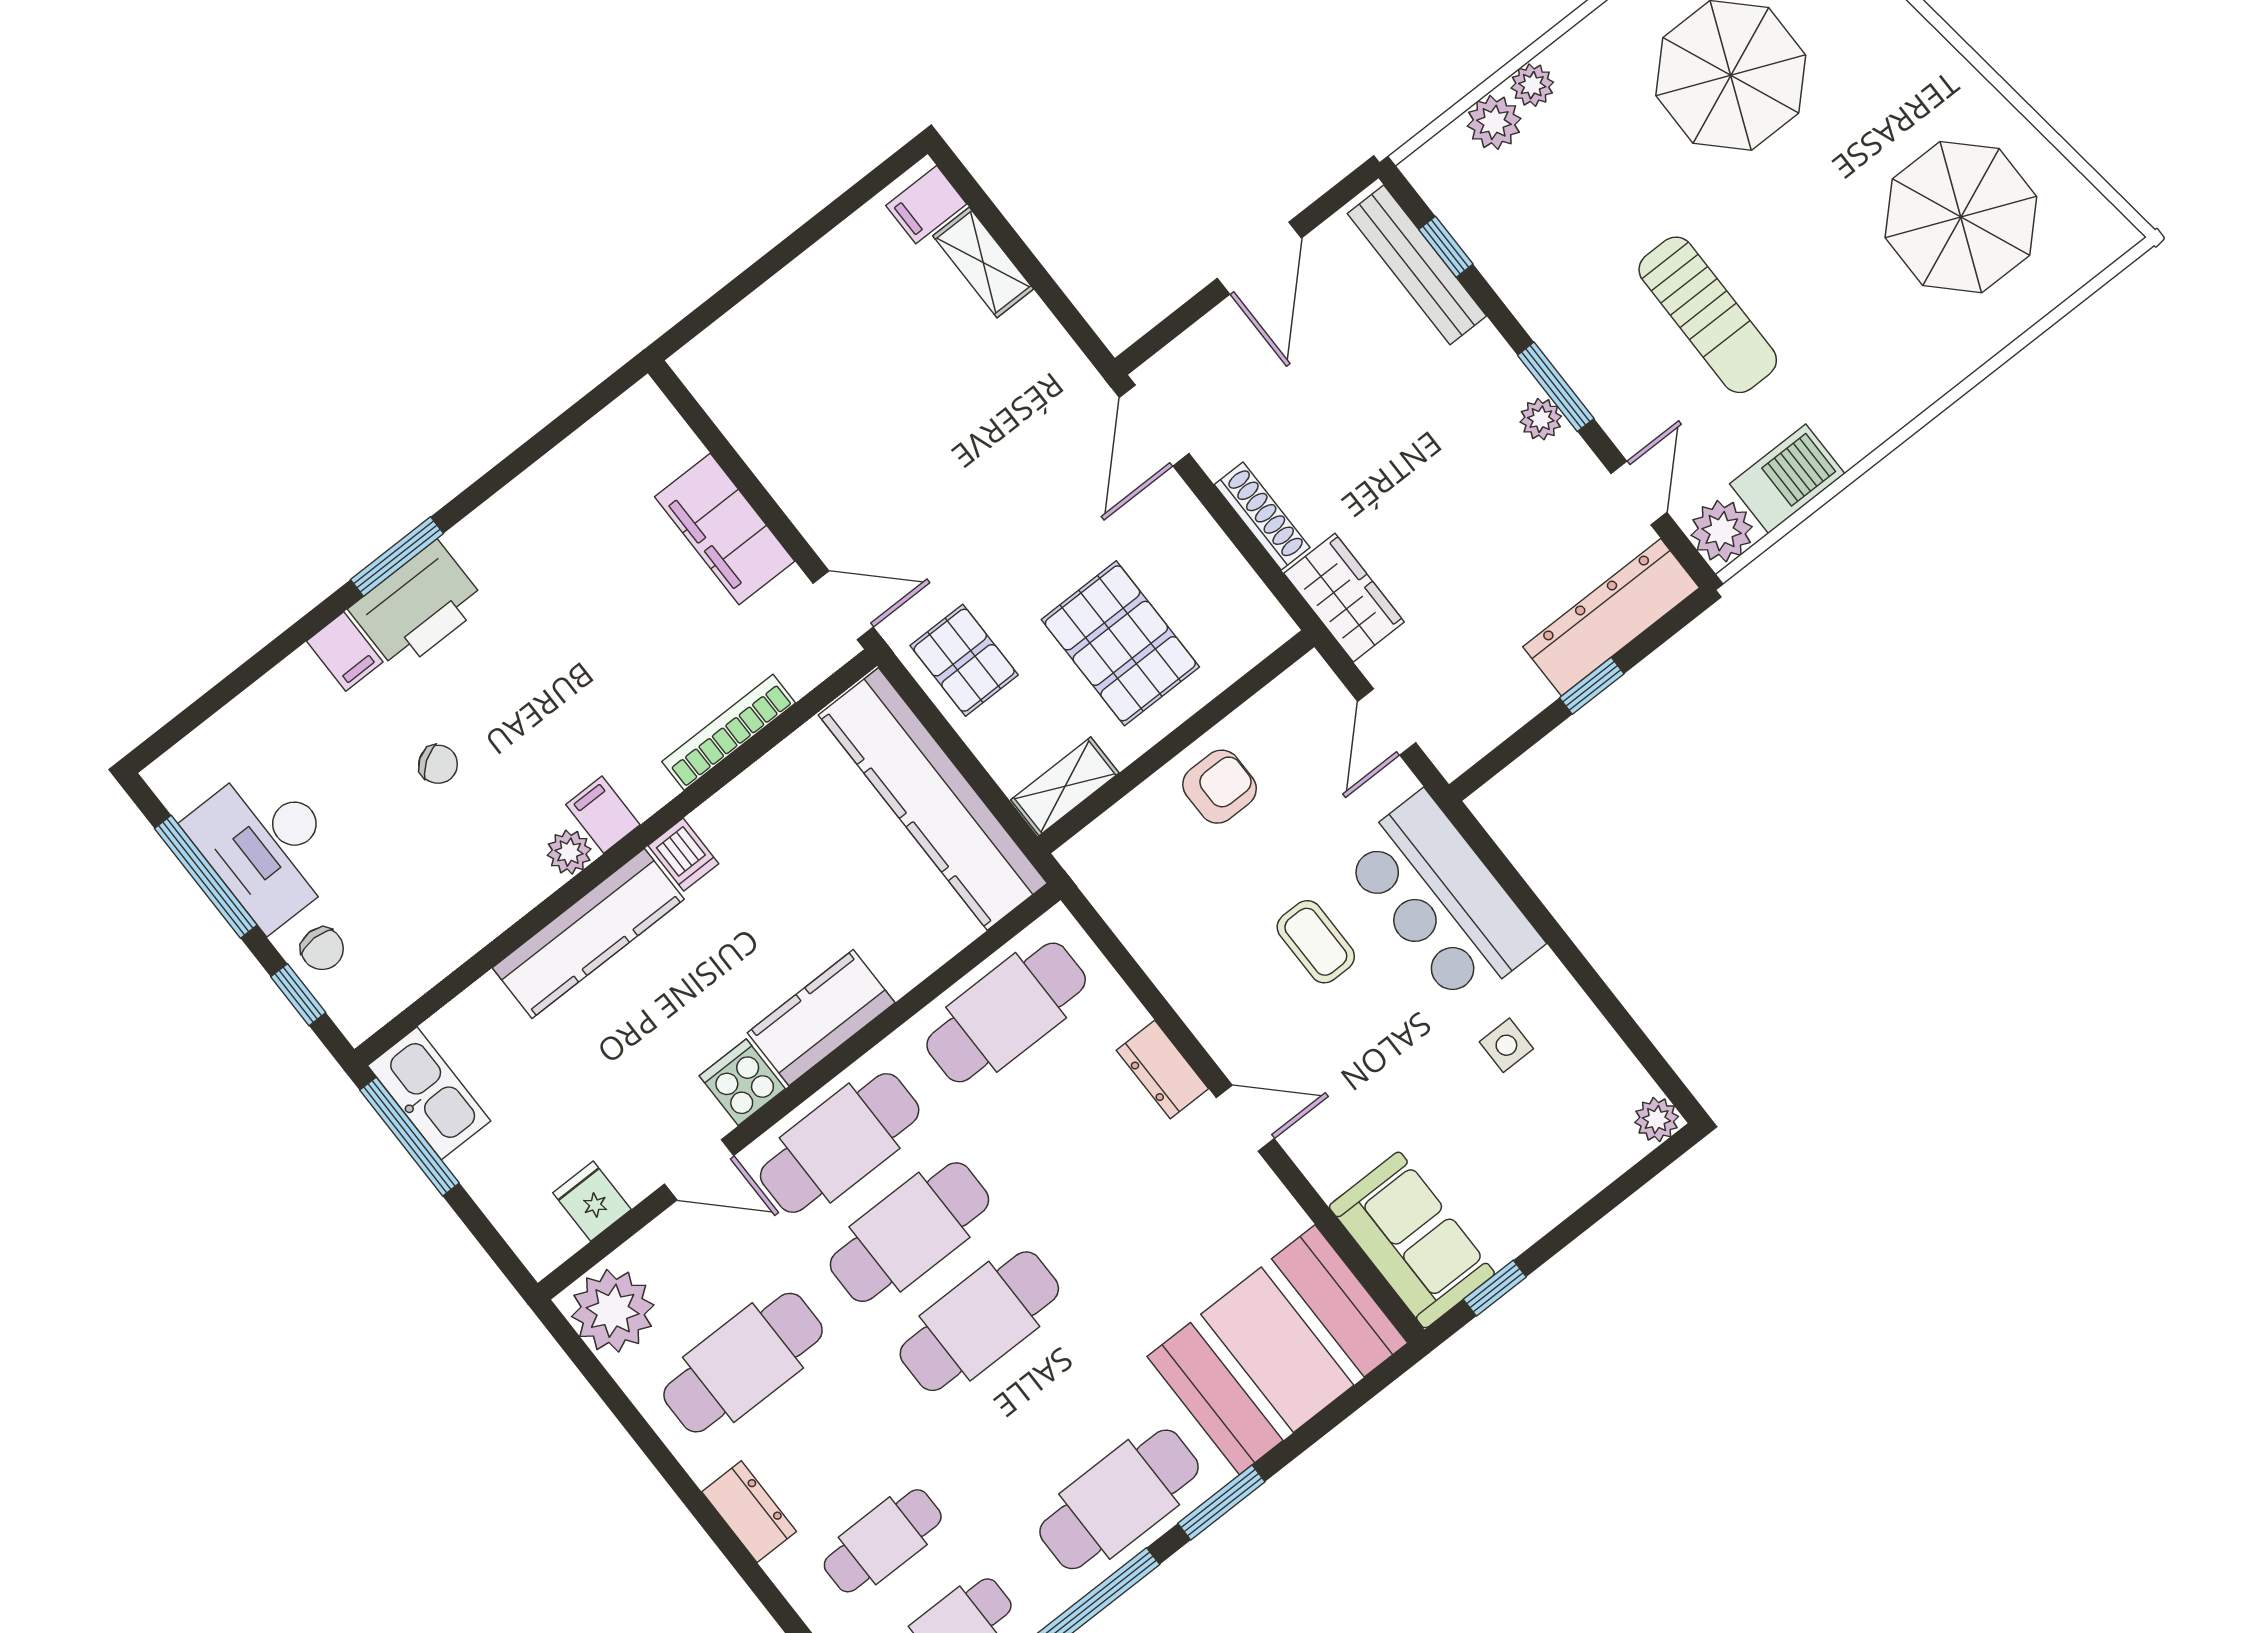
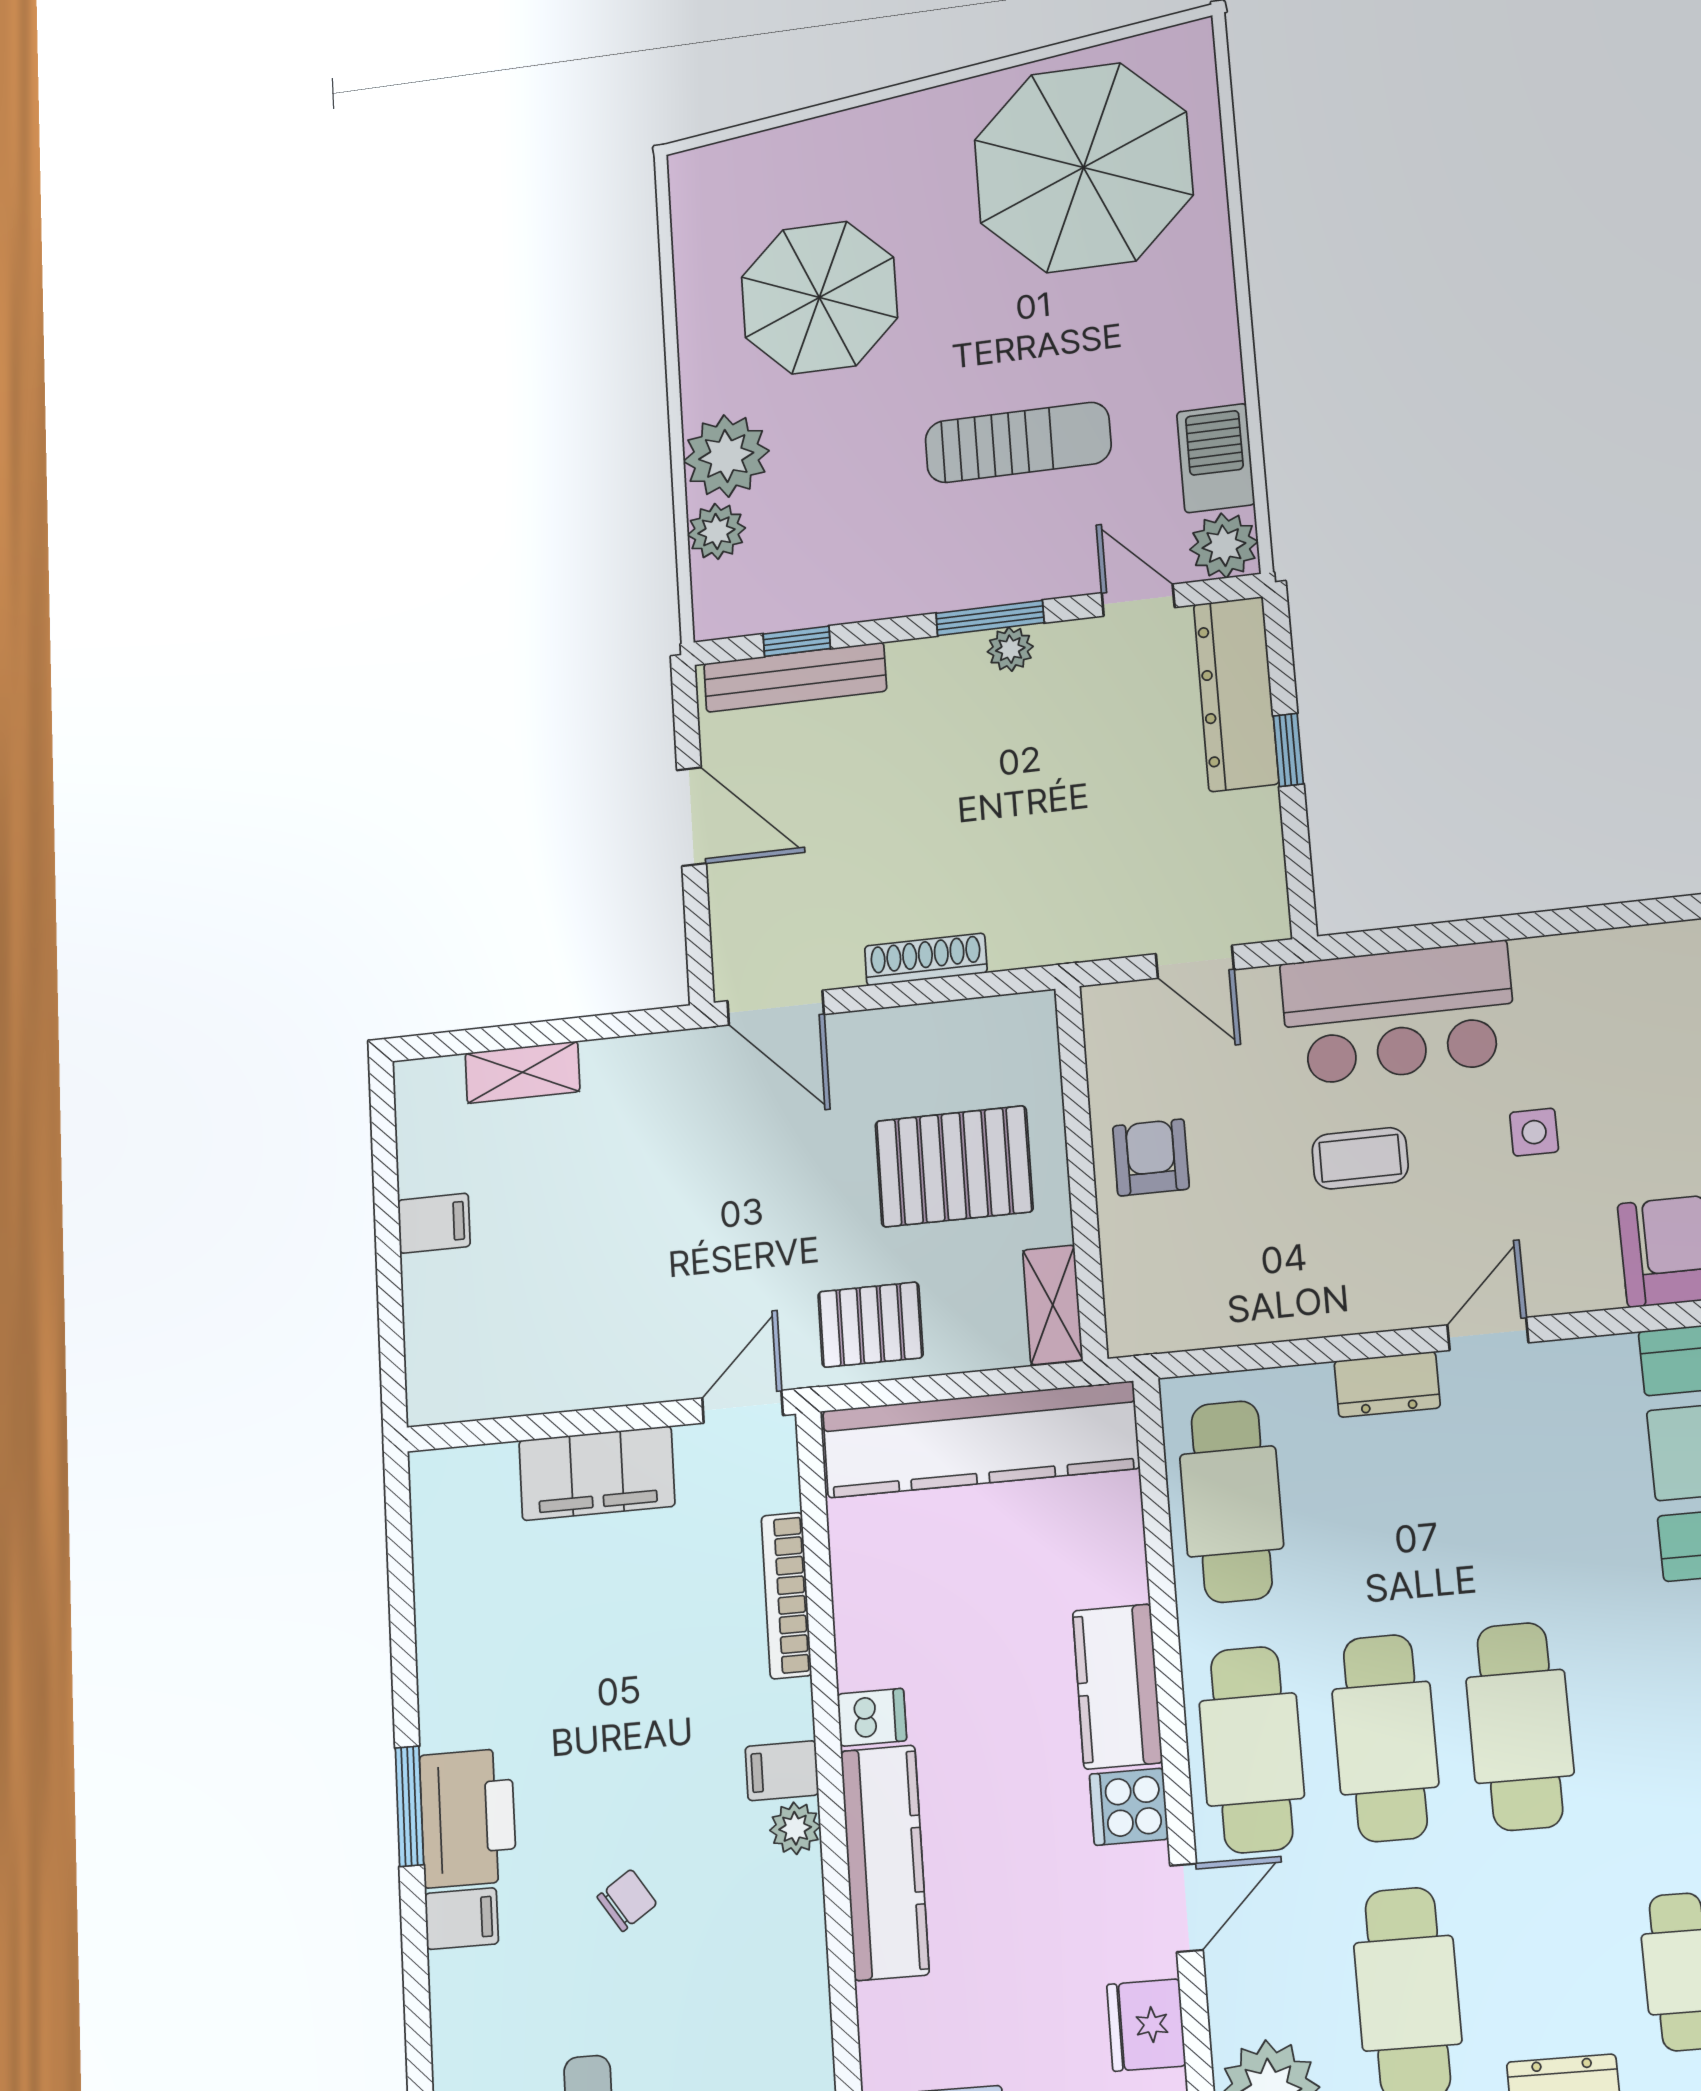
plant: (1532, 85) -> (726, 456), width x1.88, depth x1.88
filing cabinet: (926, 205) -> (434, 1223), moved, turned -90
parasol: (1961, 217) -> (1083, 167), width x1.36, depth x1.36
wardrobe: (1344, 598) -> (1052, 930), removed
side table: (1506, 1045) -> (1534, 1132), moved
fridge: (592, 1201) -> (1146, 2025), width x1.38

